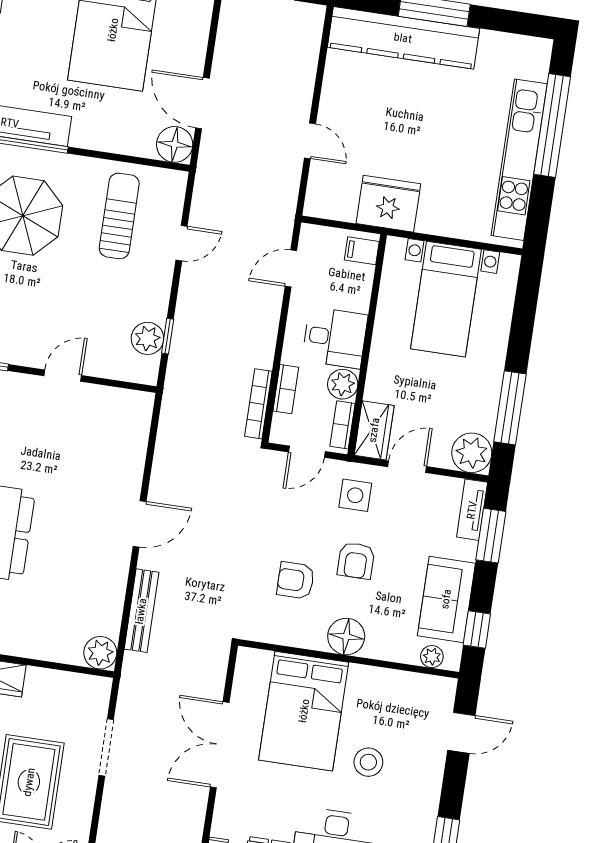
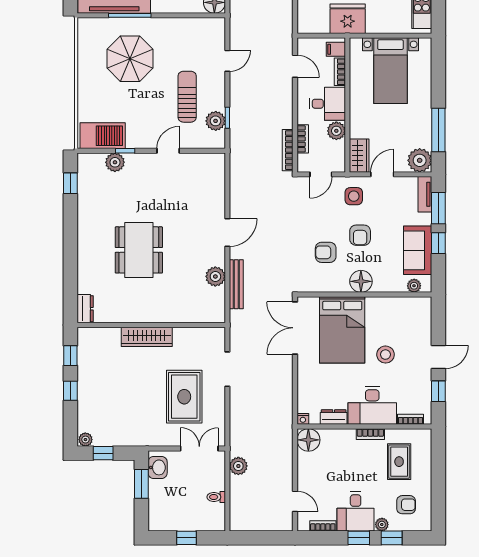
sun lounger: (119, 216) -> (187, 97), moved
door: (291, 268) -> (295, 66), swing flipped
bookcase: (342, 425) -> (340, 72), moved
window: (477, 630) -> (438, 243), moved
plant: (100, 653) -> (215, 276), moved
door: (461, 733) -> (438, 357), moved
double door: (220, 745) -> (295, 328), moved

